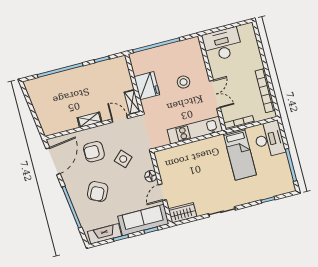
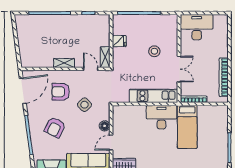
fridge: (147, 86) -> (119, 41), width x0.53, depth x0.75
desk: (269, 139) -> (161, 117), moved, turned -90

